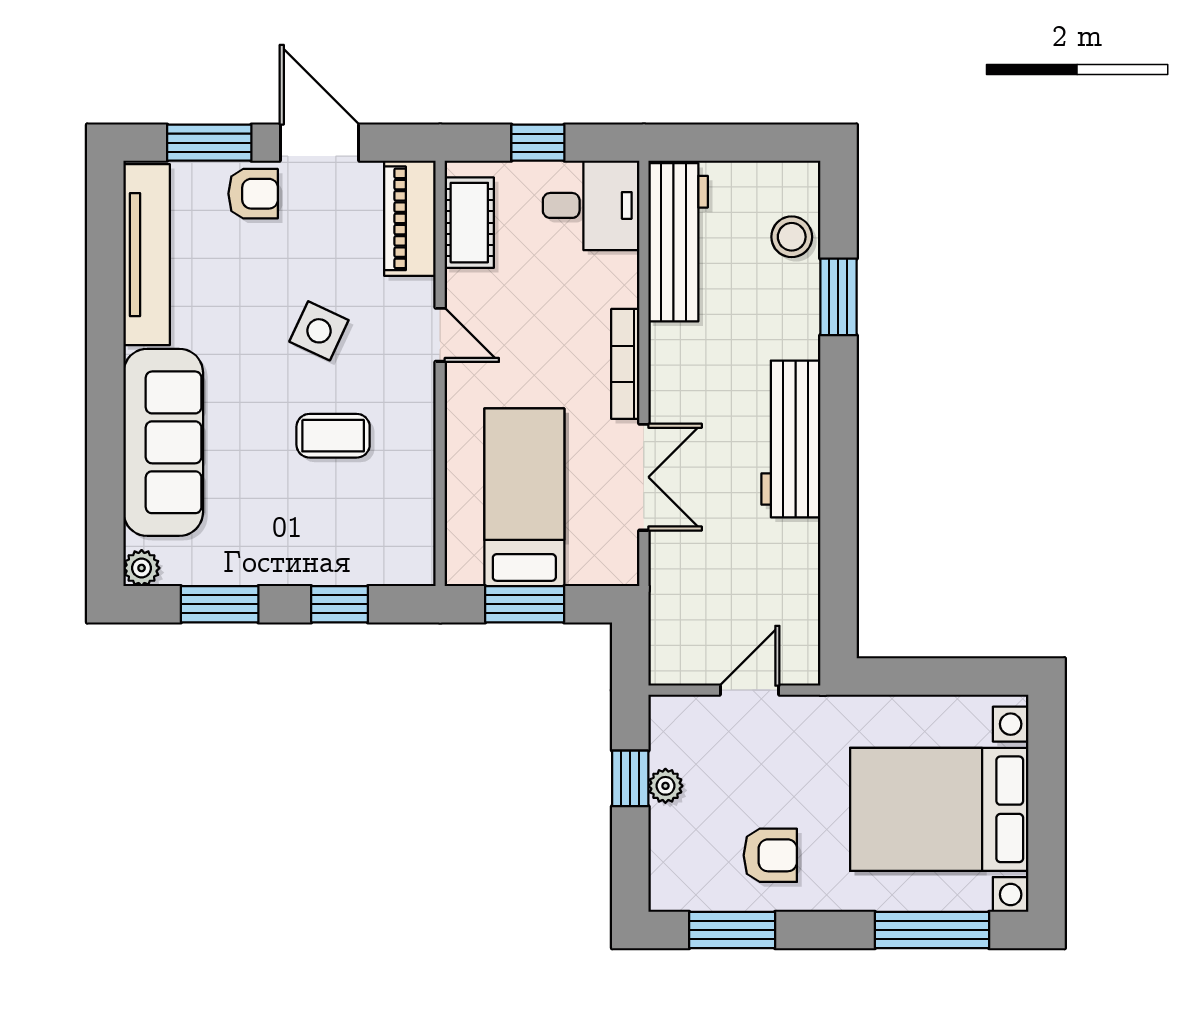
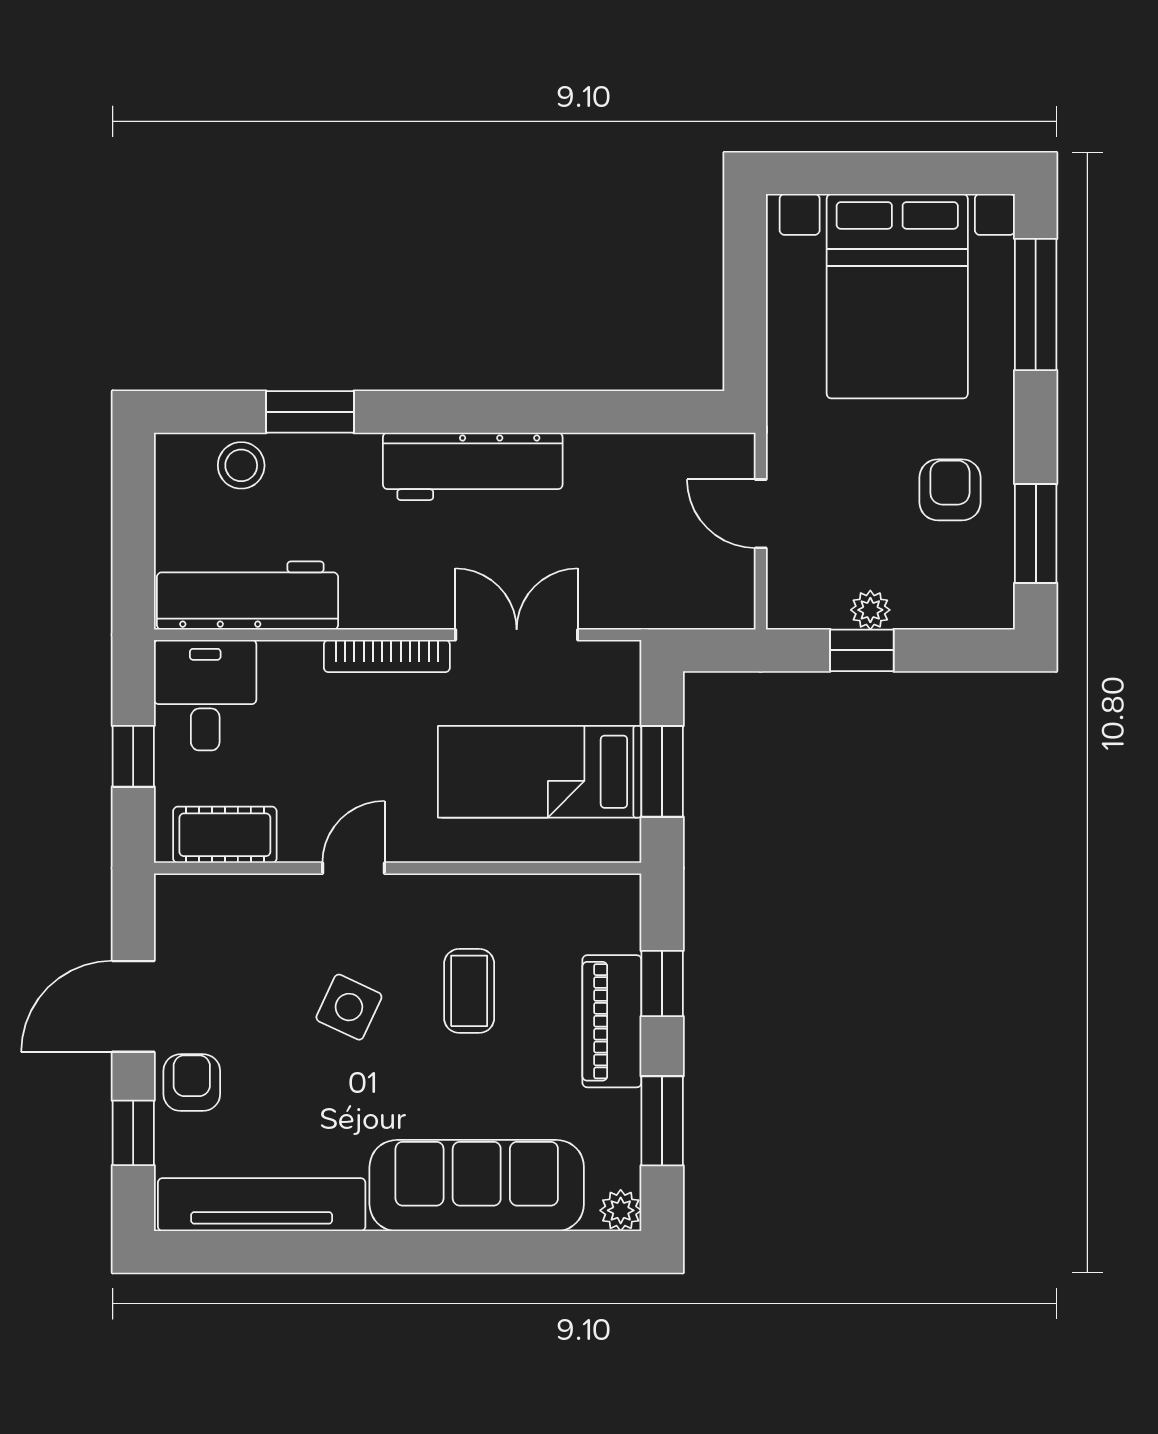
window: (209, 143) -> (133, 1133), width x0.67
piano: (410, 218) -> (612, 1021), moved, turned 90

